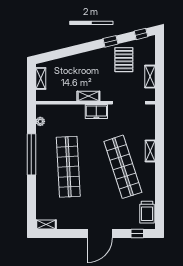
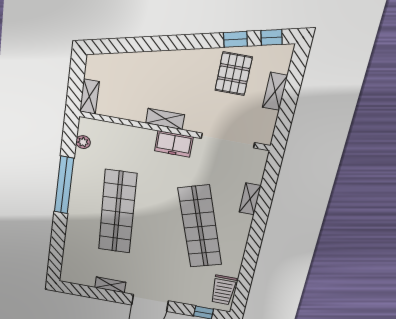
window: (110, 41) -> (235, 39), moved
shelving: (150, 77) -> (275, 91), moved
shelving: (41, 78) -> (89, 96), moved
shelving: (150, 151) -> (250, 199), moved
shelving: (46, 225) -> (110, 285), moved

